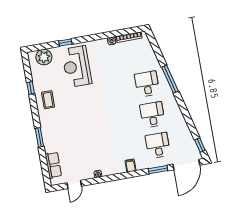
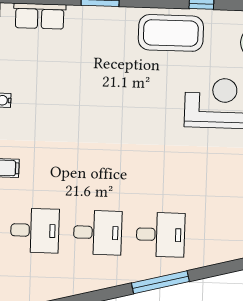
coffee table: (48, 100) -> (171, 33), width x1.86, depth x1.72

